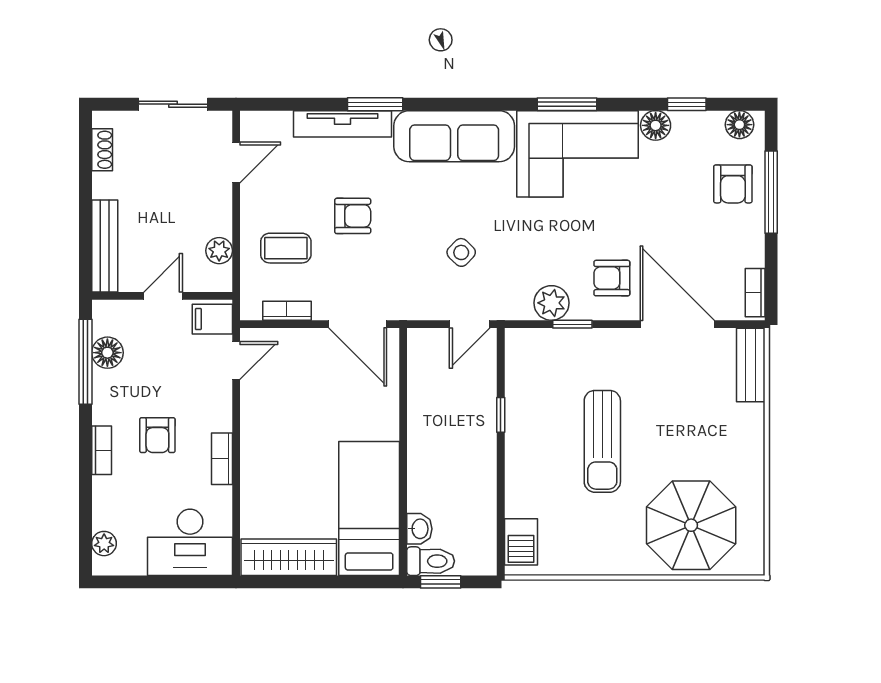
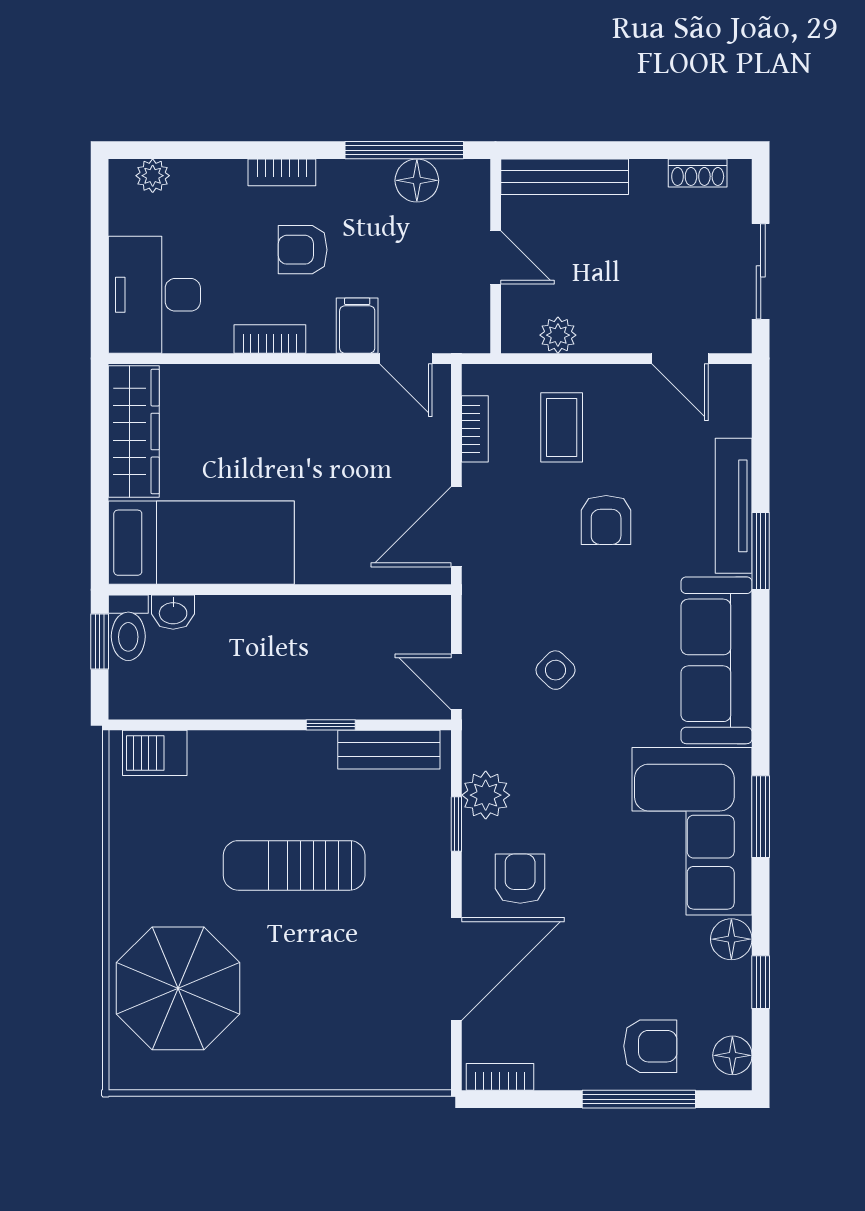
armchair: (733, 184) -> (650, 1046), turned 180
filing cabinet: (212, 319) -> (357, 326), moved
bench: (751, 365) -> (389, 750), moved

